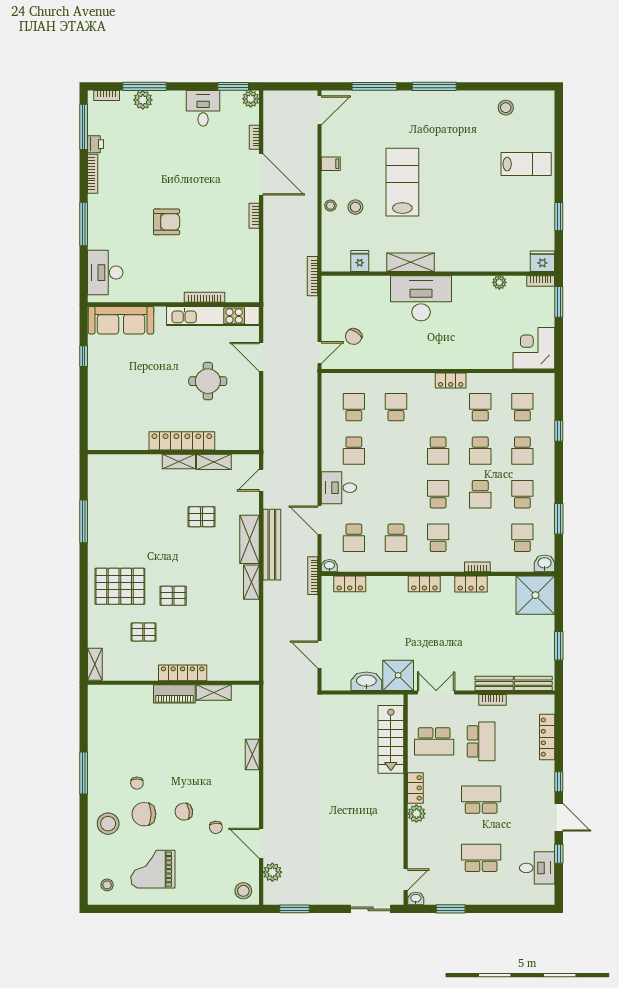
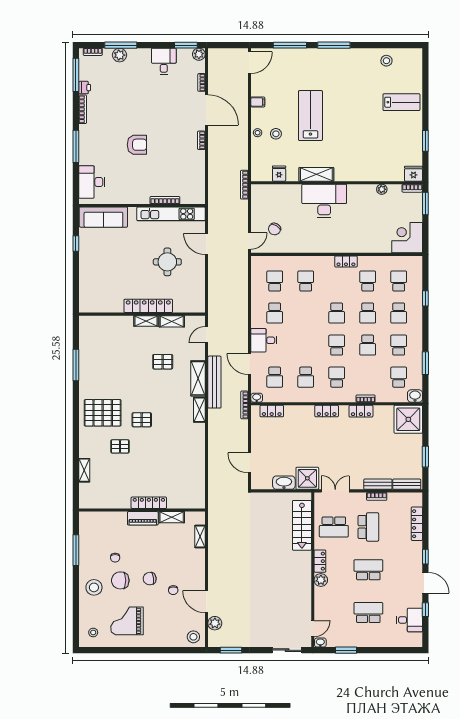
locker: (183, 673) -> (149, 503), moved
wall: (173, 683) -> (142, 510), moved
shelving: (214, 692) -> (172, 517), moved
piano: (174, 694) -> (143, 518), moved

